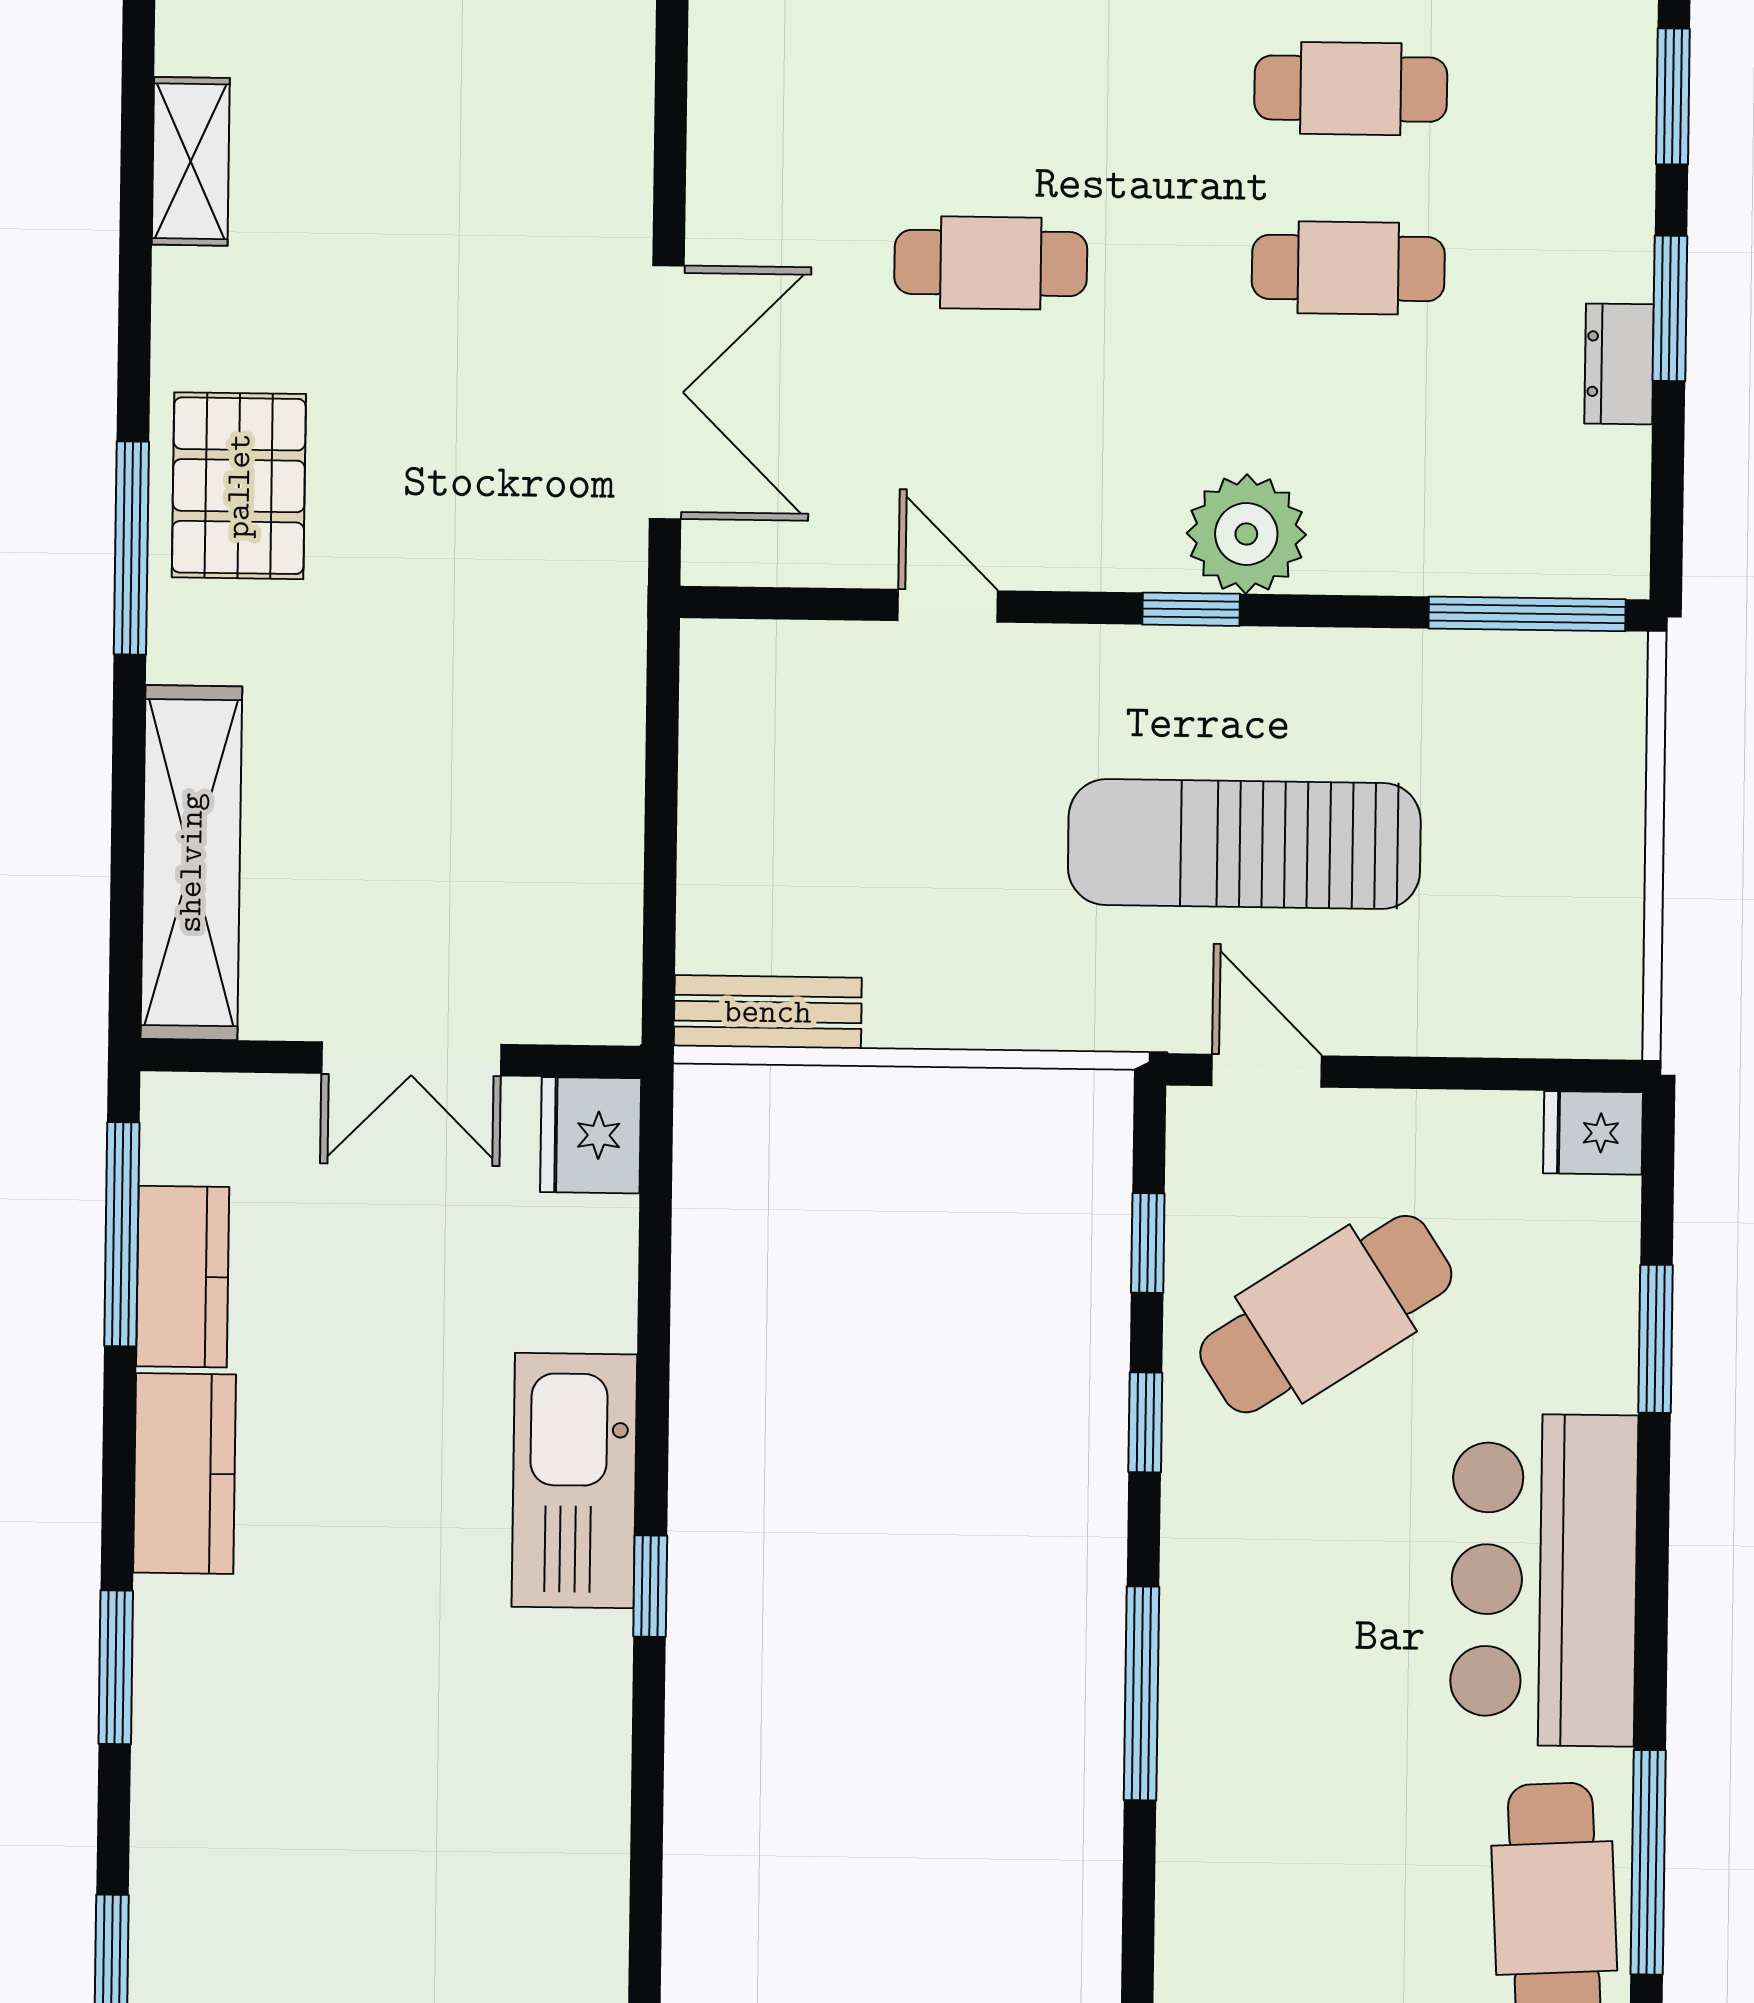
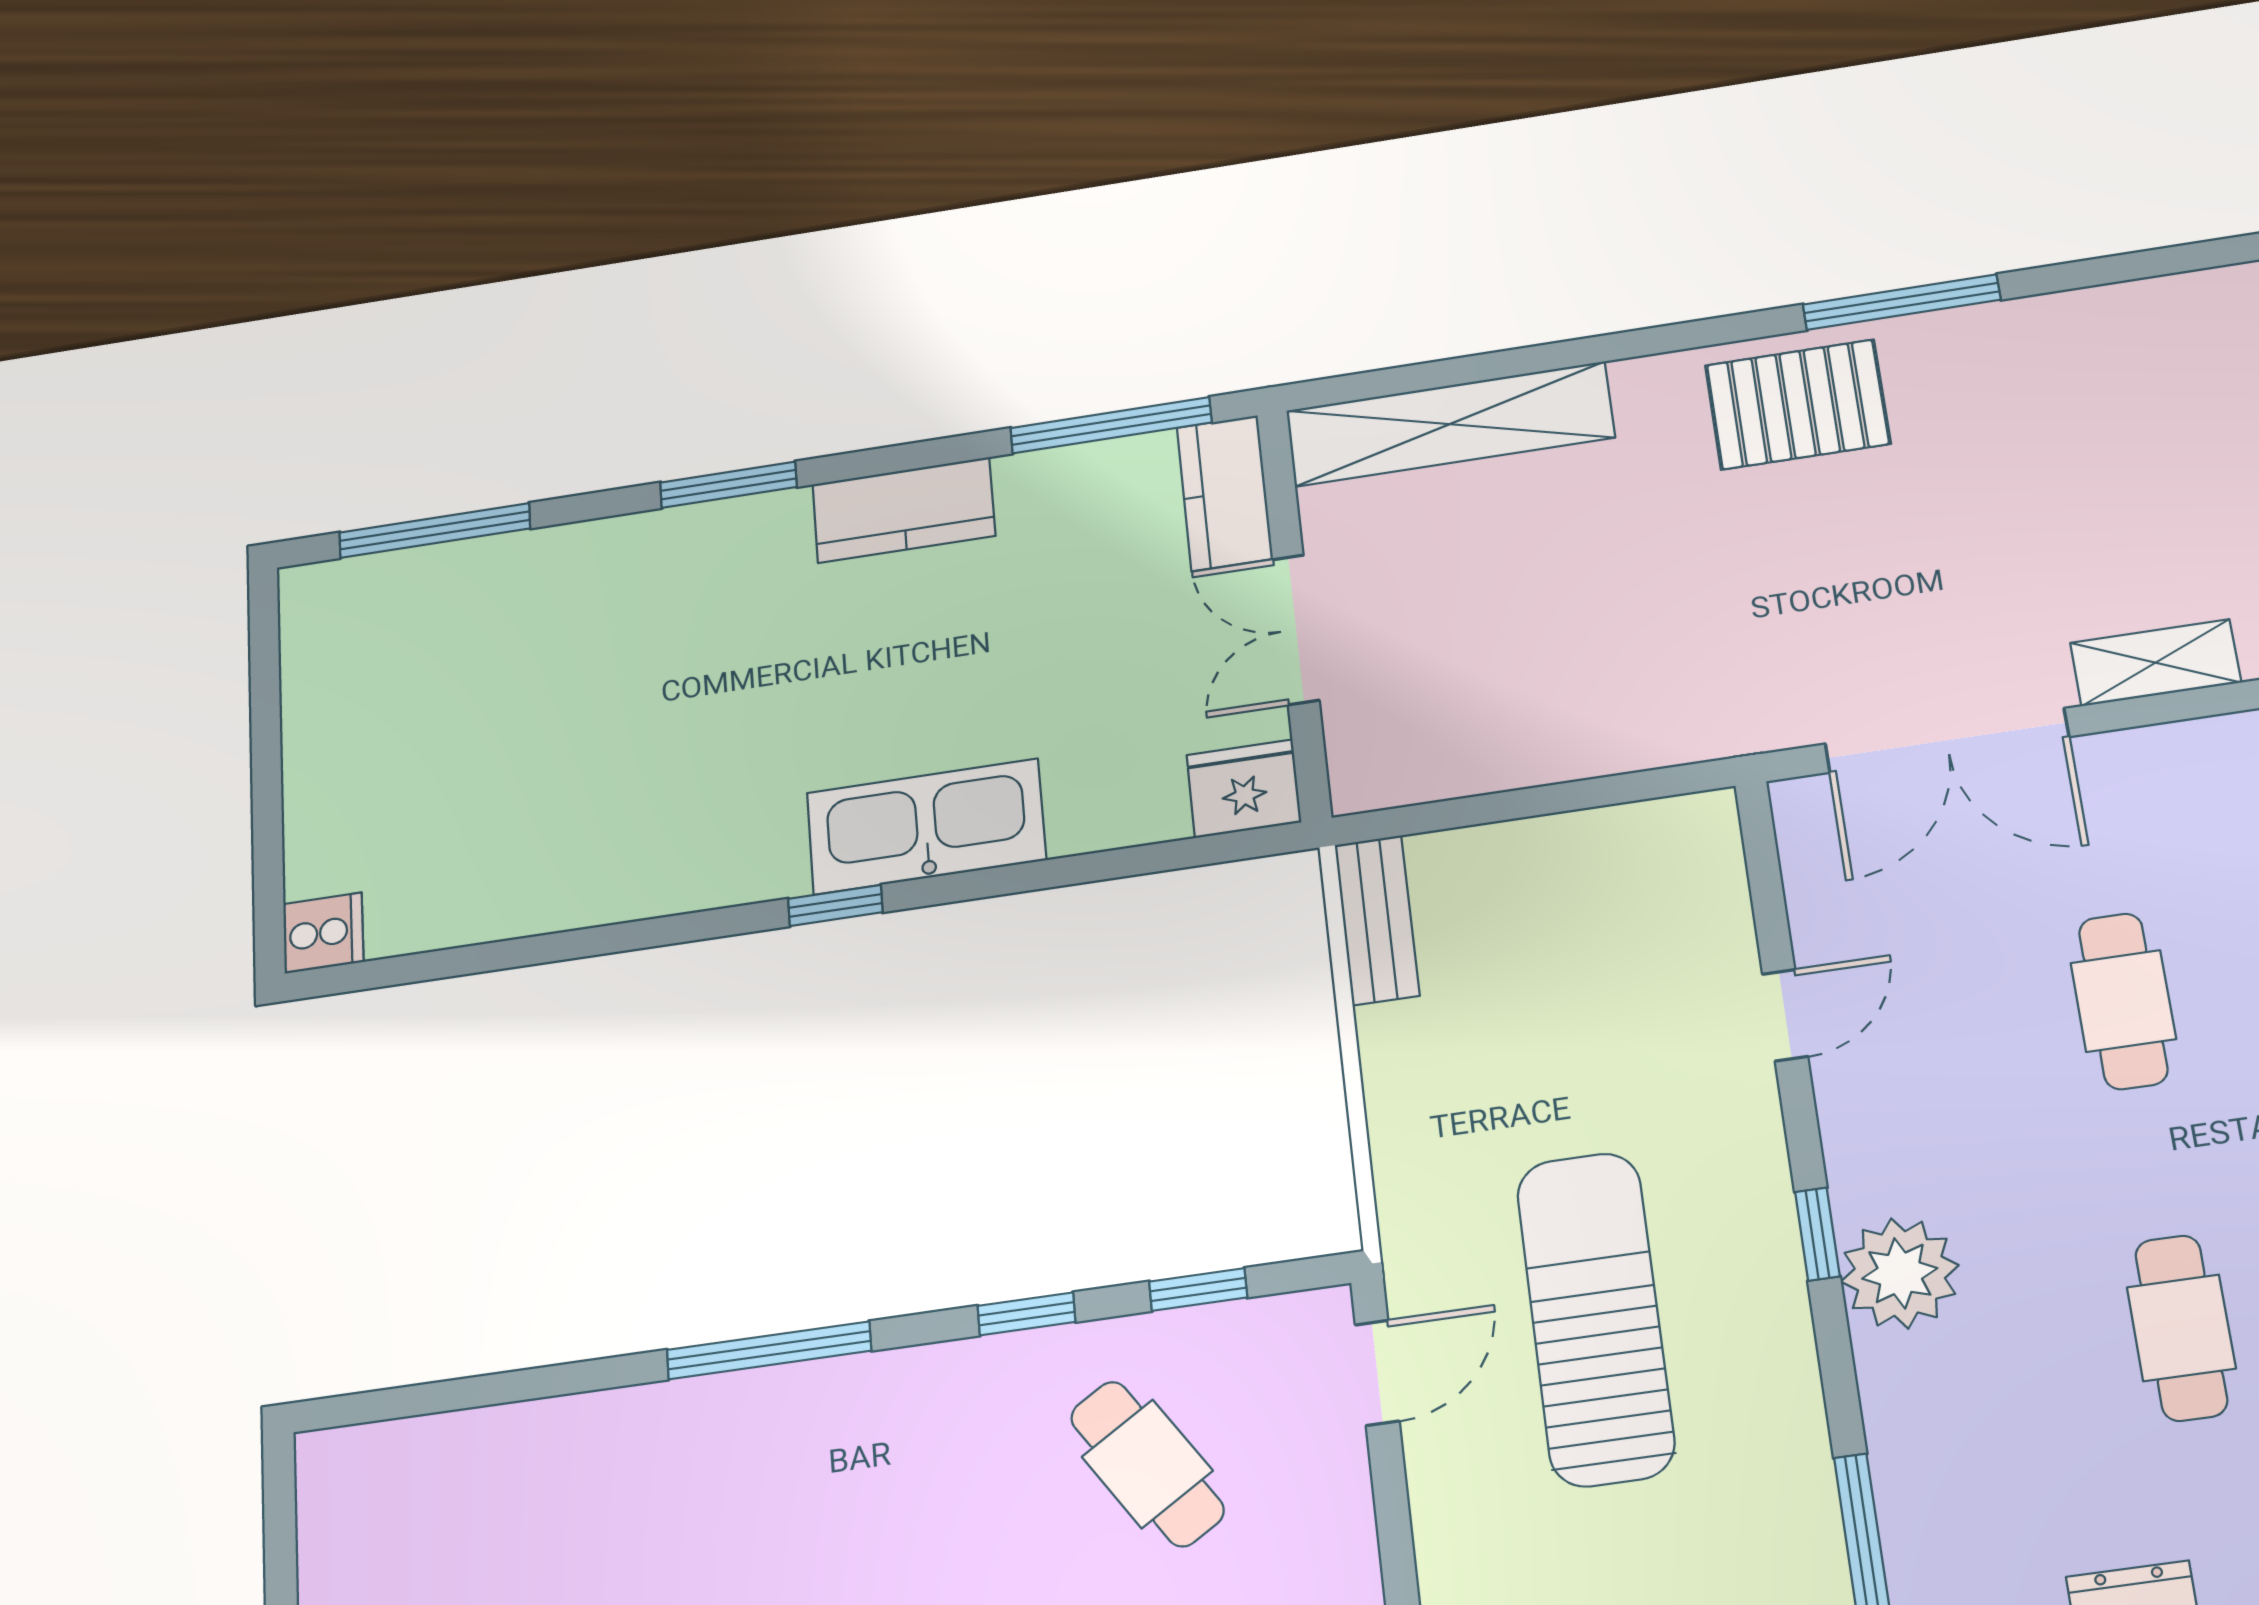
shelving: (191, 161) -> (2156, 663), moved
window: (131, 548) -> (1902, 302), moved
kitchen counter: (183, 1277) -> (1225, 493), moved, turned 90
cafe table: (1326, 1314) -> (1147, 1464), width x0.73, depth x0.74

